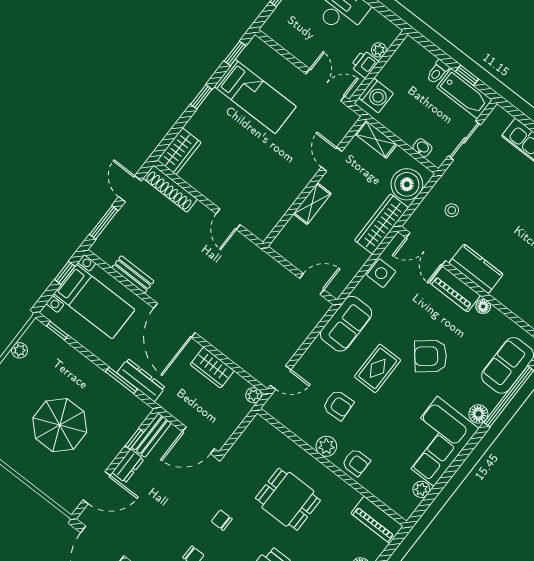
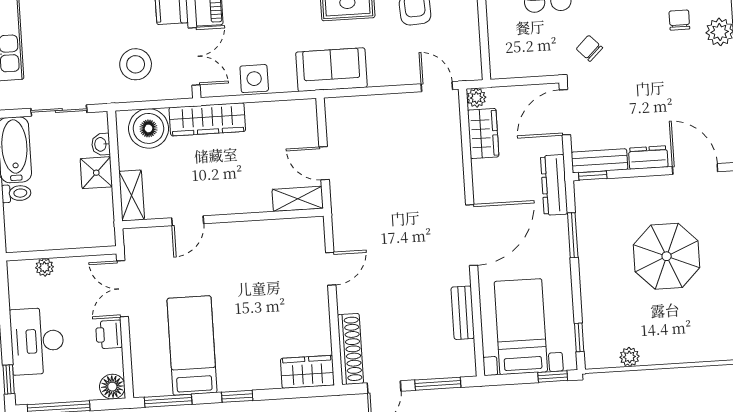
floor lamp: (273, 28) -> (112, 387), added
window: (235, 53) -> (168, 401), width x1.50
printer: (365, 64) -> (109, 334), moved, turned 90
washing machine: (376, 96) -> (90, 232), removed
shower: (408, 130) -> (96, 173), added
shelving: (312, 204) -> (298, 199), moved
stool: (452, 210) -> (136, 64), width x1.89, depth x1.89
window: (65, 273) -> (553, 376), moved
door: (312, 284) -> (324, 163), moved
wardrobe: (212, 368) -> (483, 133), moved
dresser: (141, 380) -> (554, 185), moved
window: (134, 439) -> (593, 176), moved
door: (198, 440) -> (565, 112), swing flipped
chair: (222, 520) -> (589, 48), moved, turned 136

